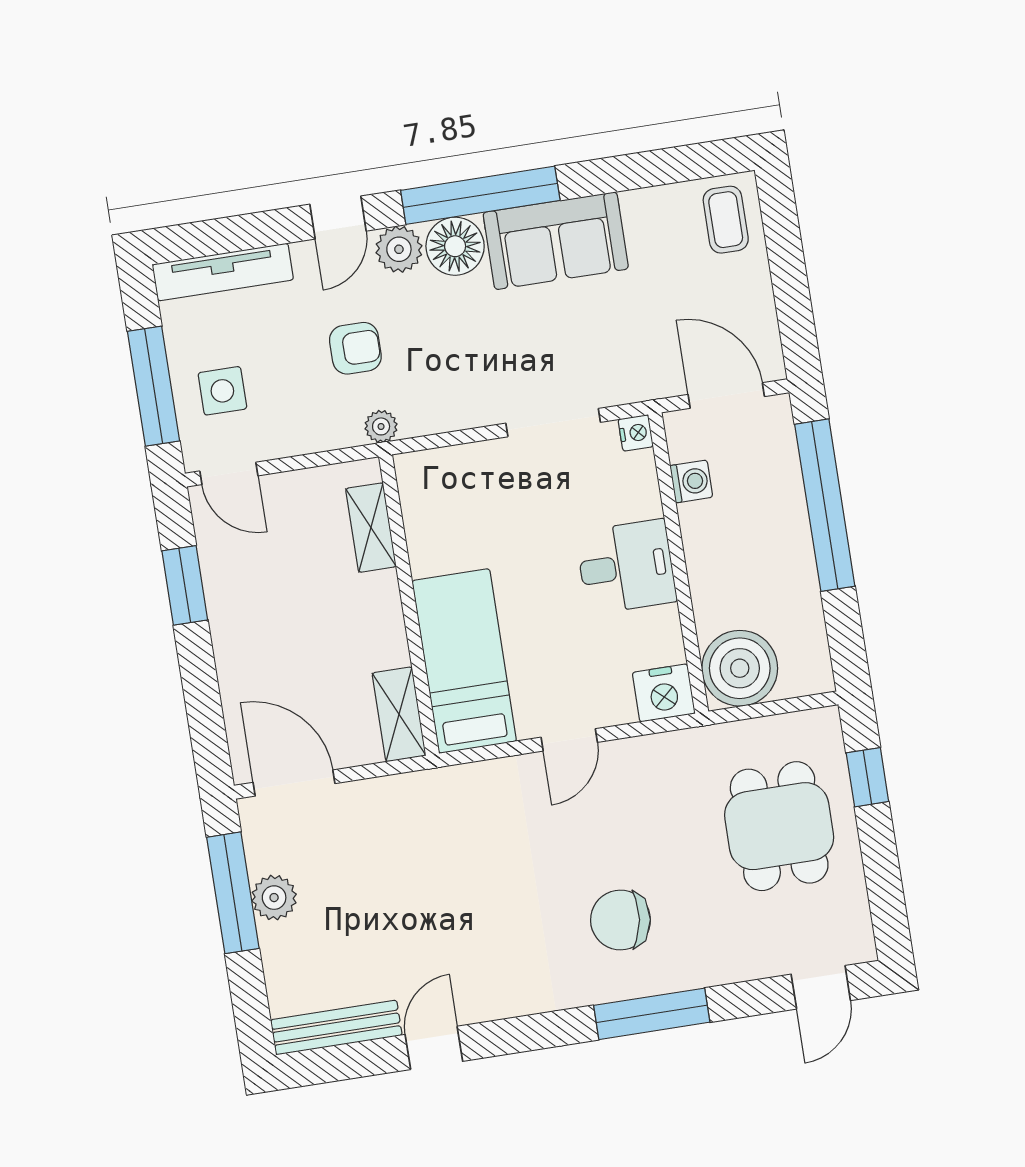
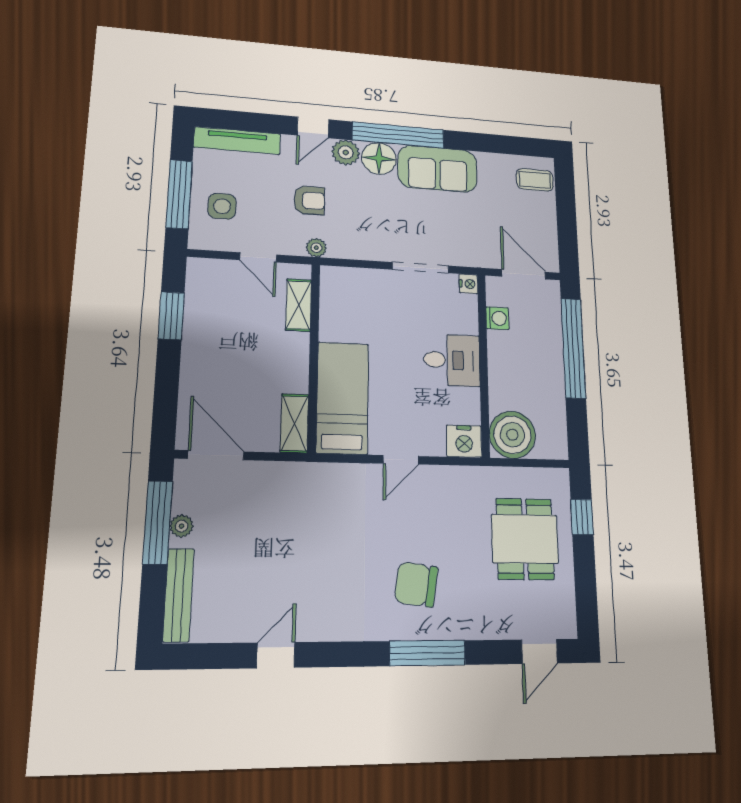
coffee table: (726, 220) -> (535, 180), turned 90
door: (229, 473) -> (258, 257), moved
plant: (274, 898) -> (182, 526), width x0.73, depth x0.73
bench: (336, 1028) -> (179, 595), moved, turned 90

